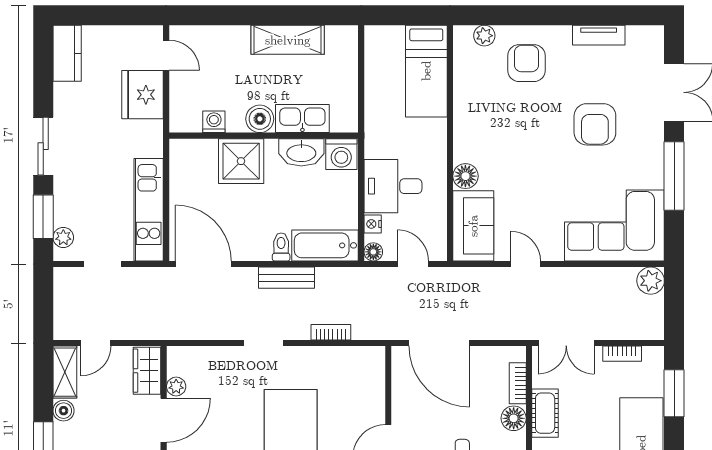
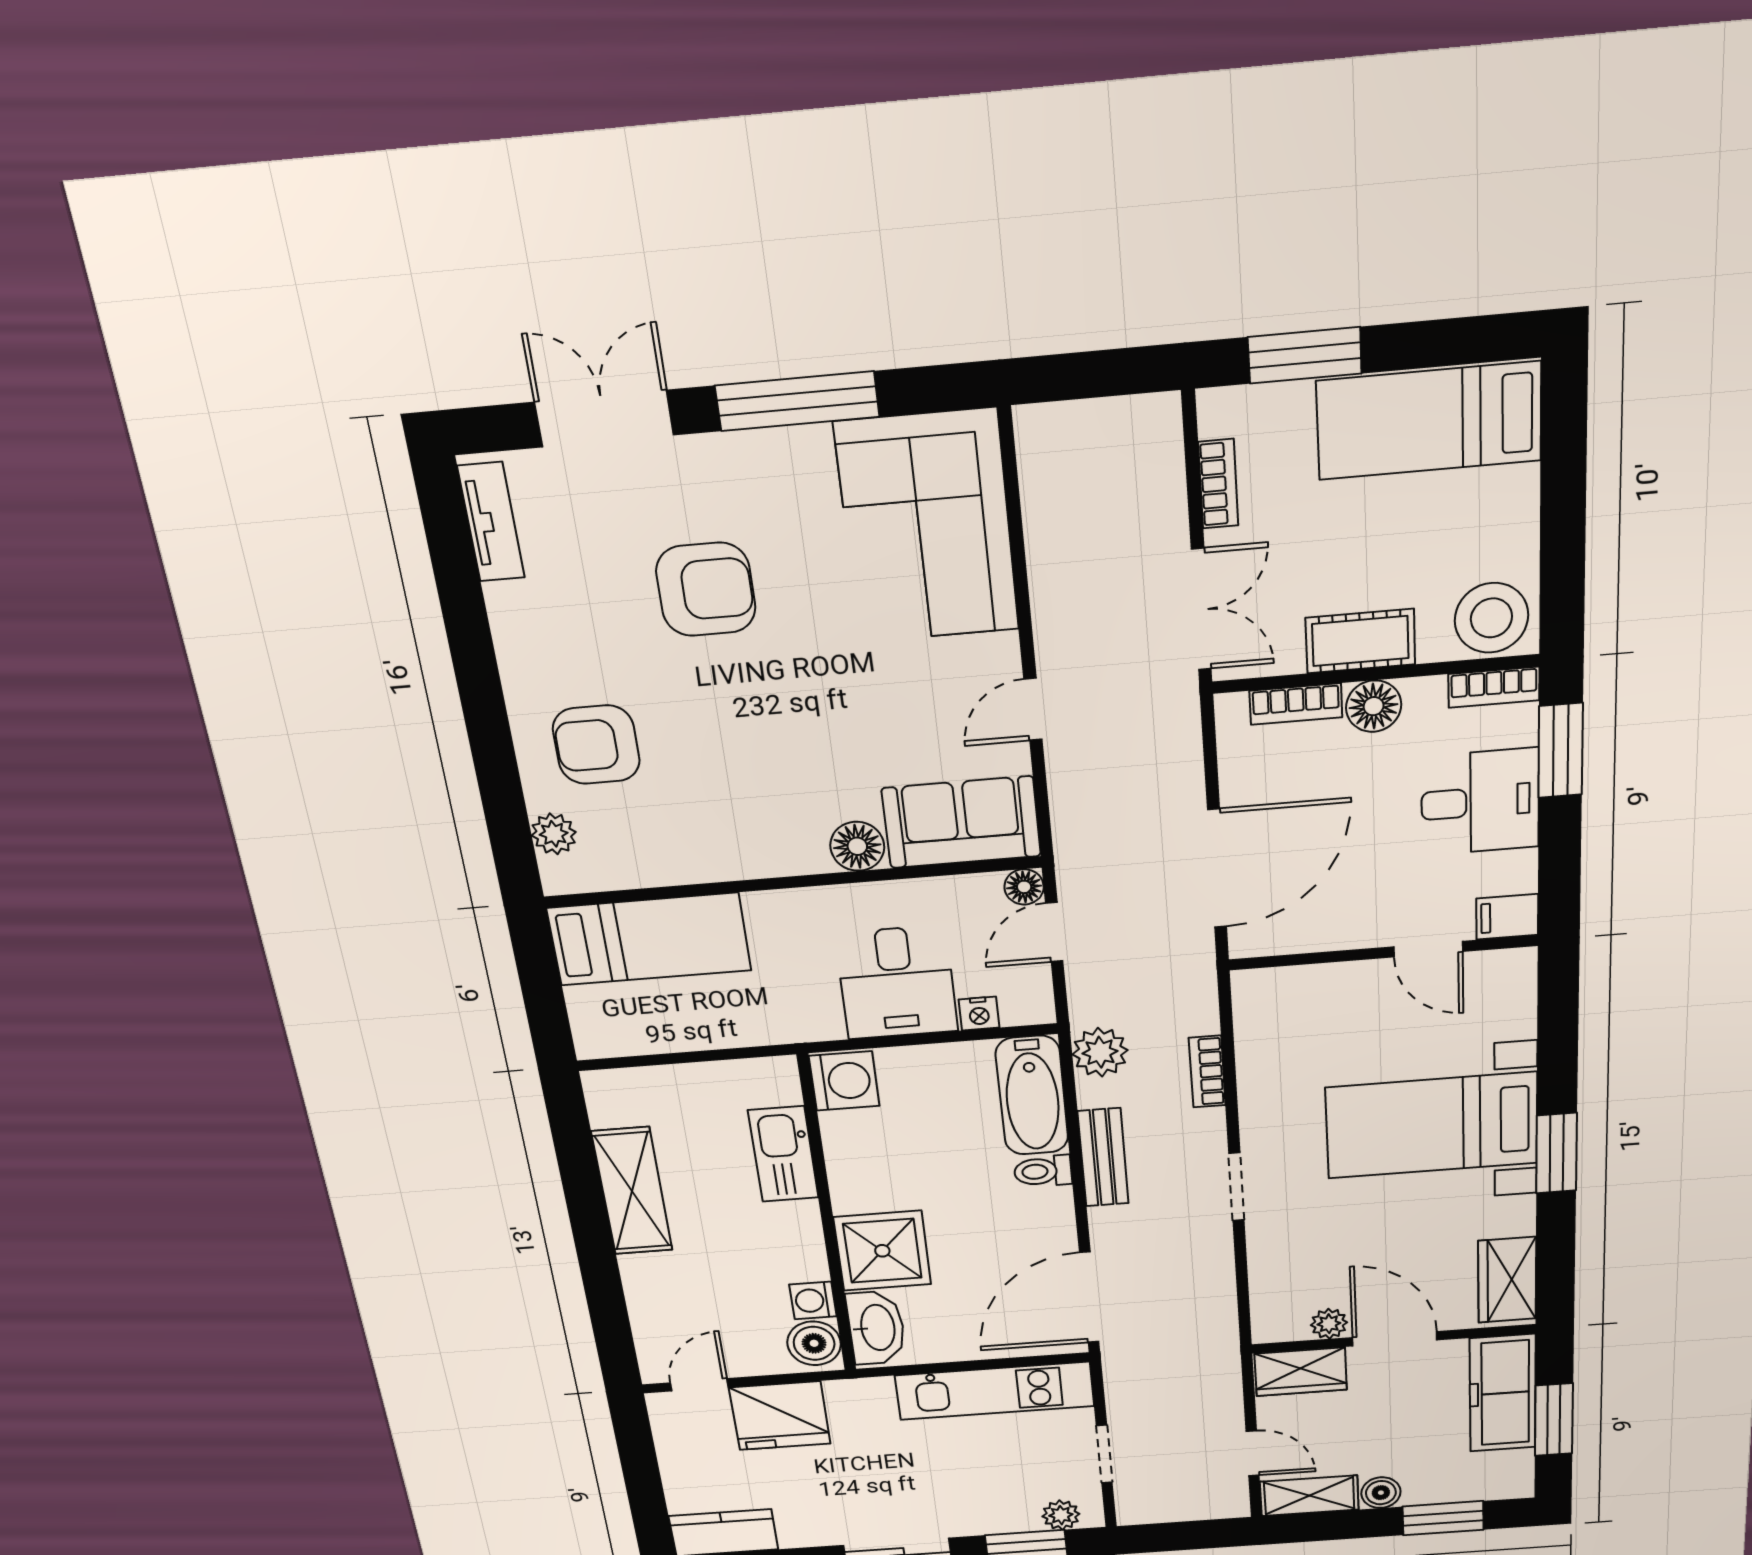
tv unit: (599, 35) -> (491, 522), moved
boiler: (260, 119) -> (814, 1343), moved
washbasin: (301, 152) -> (876, 1328), moved
floor lamp: (373, 252) -> (1024, 887), moved
plant: (651, 281) -> (1100, 1052), moved

